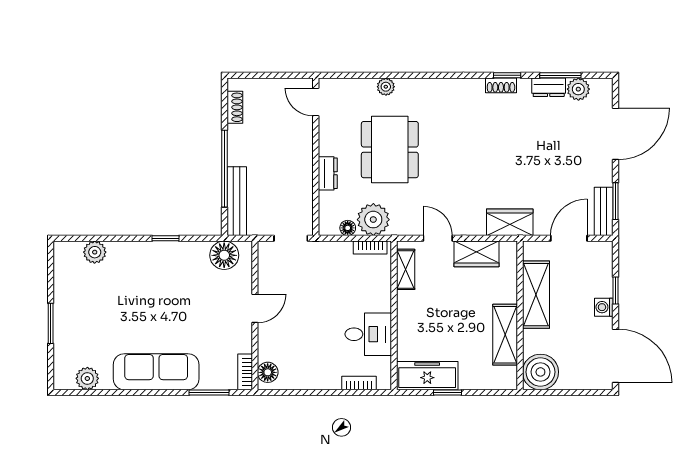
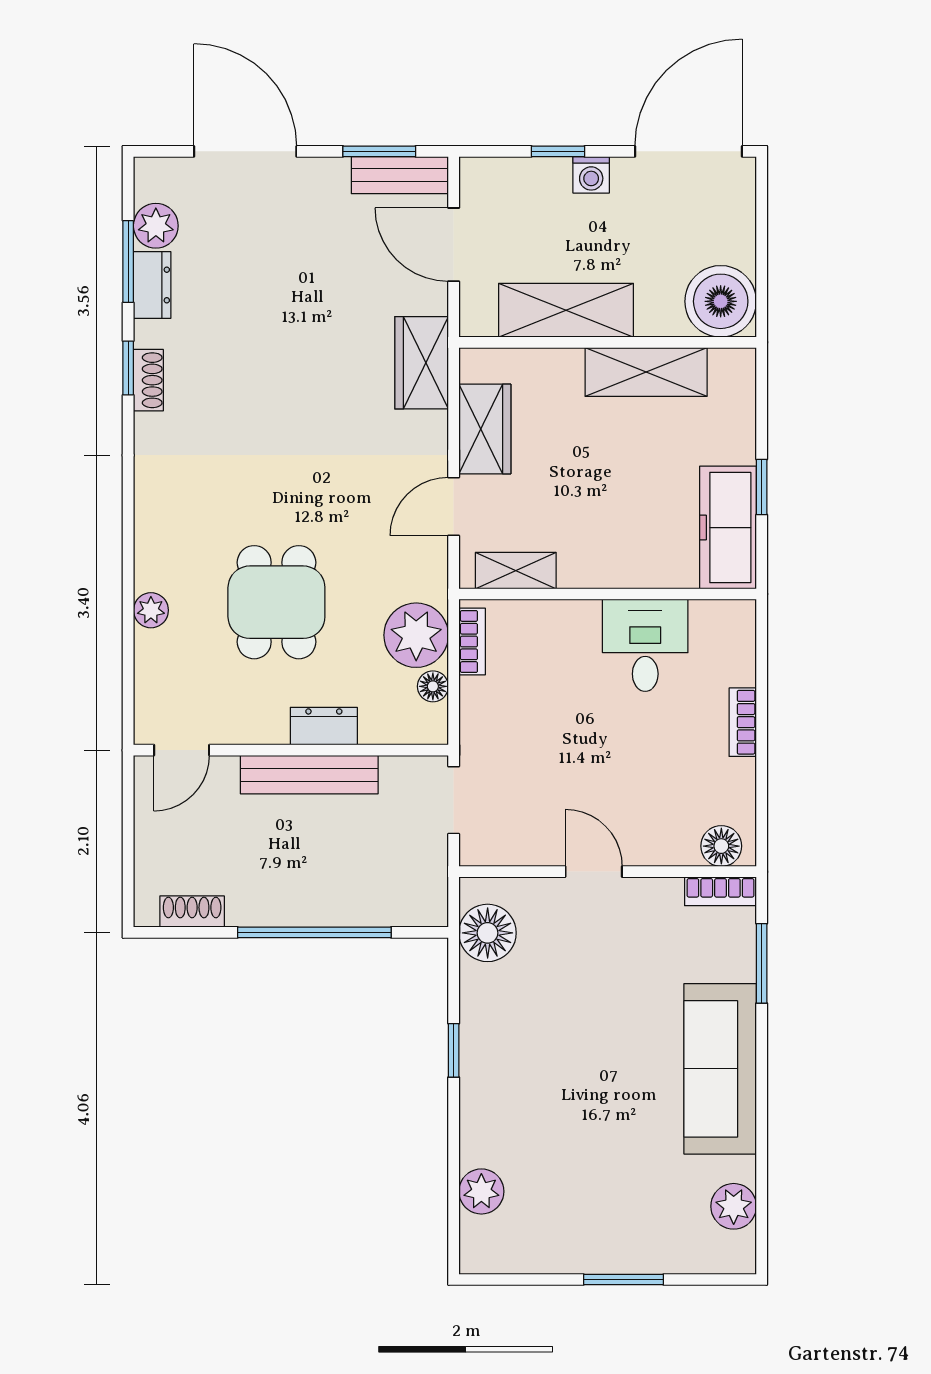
dining table: (390, 150) -> (276, 602), width x0.73
bench: (237, 201) -> (309, 775), moved
bookcase: (359, 383) -> (743, 722), moved

